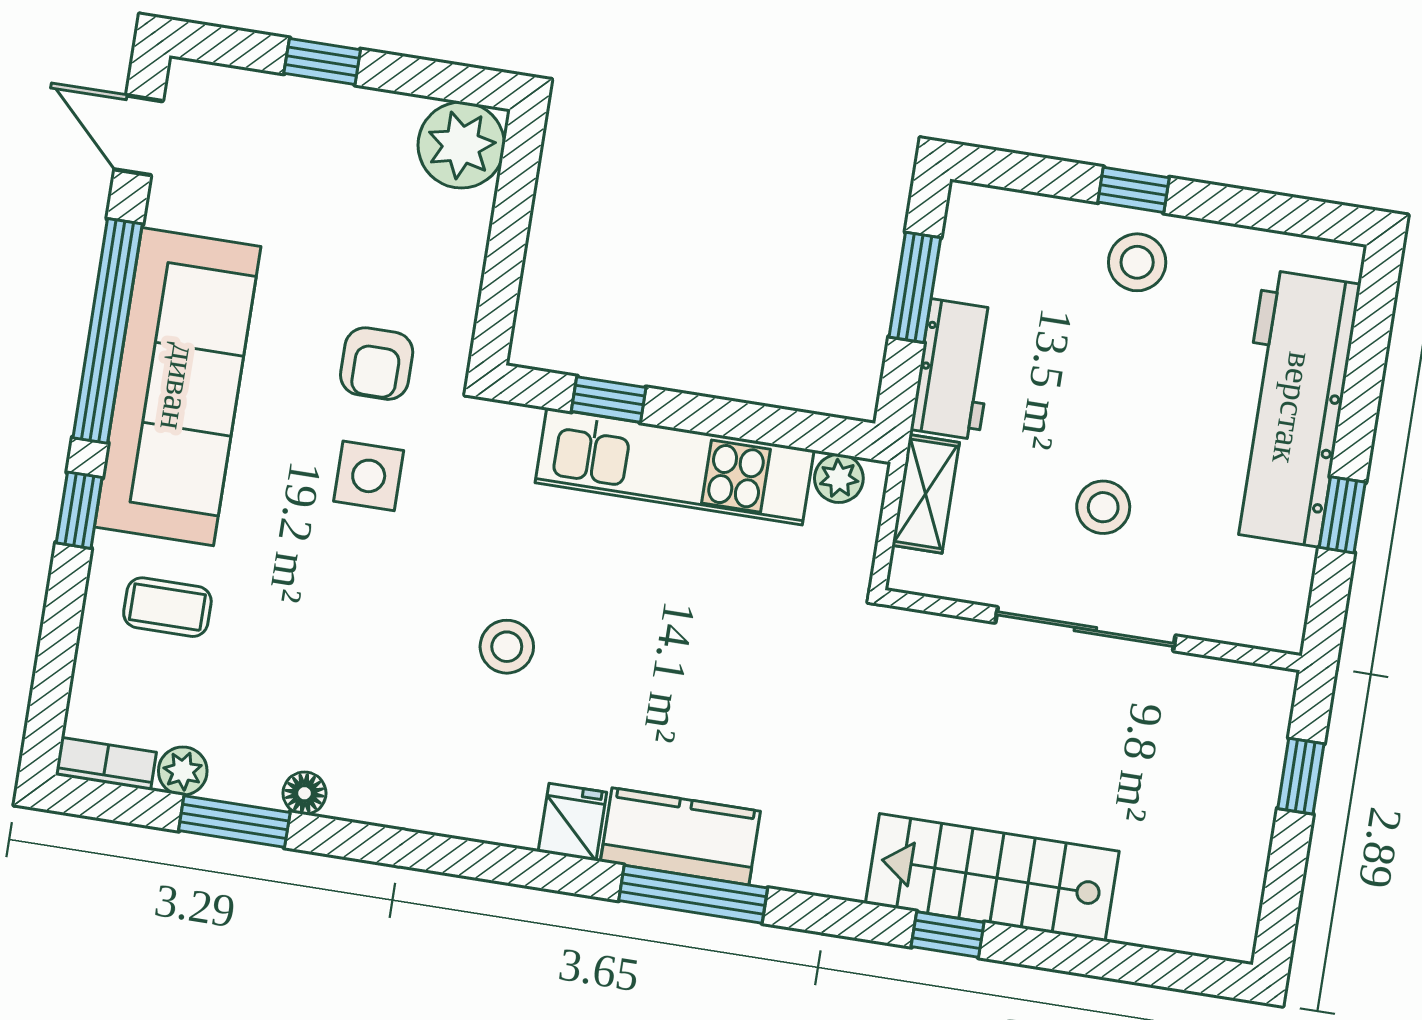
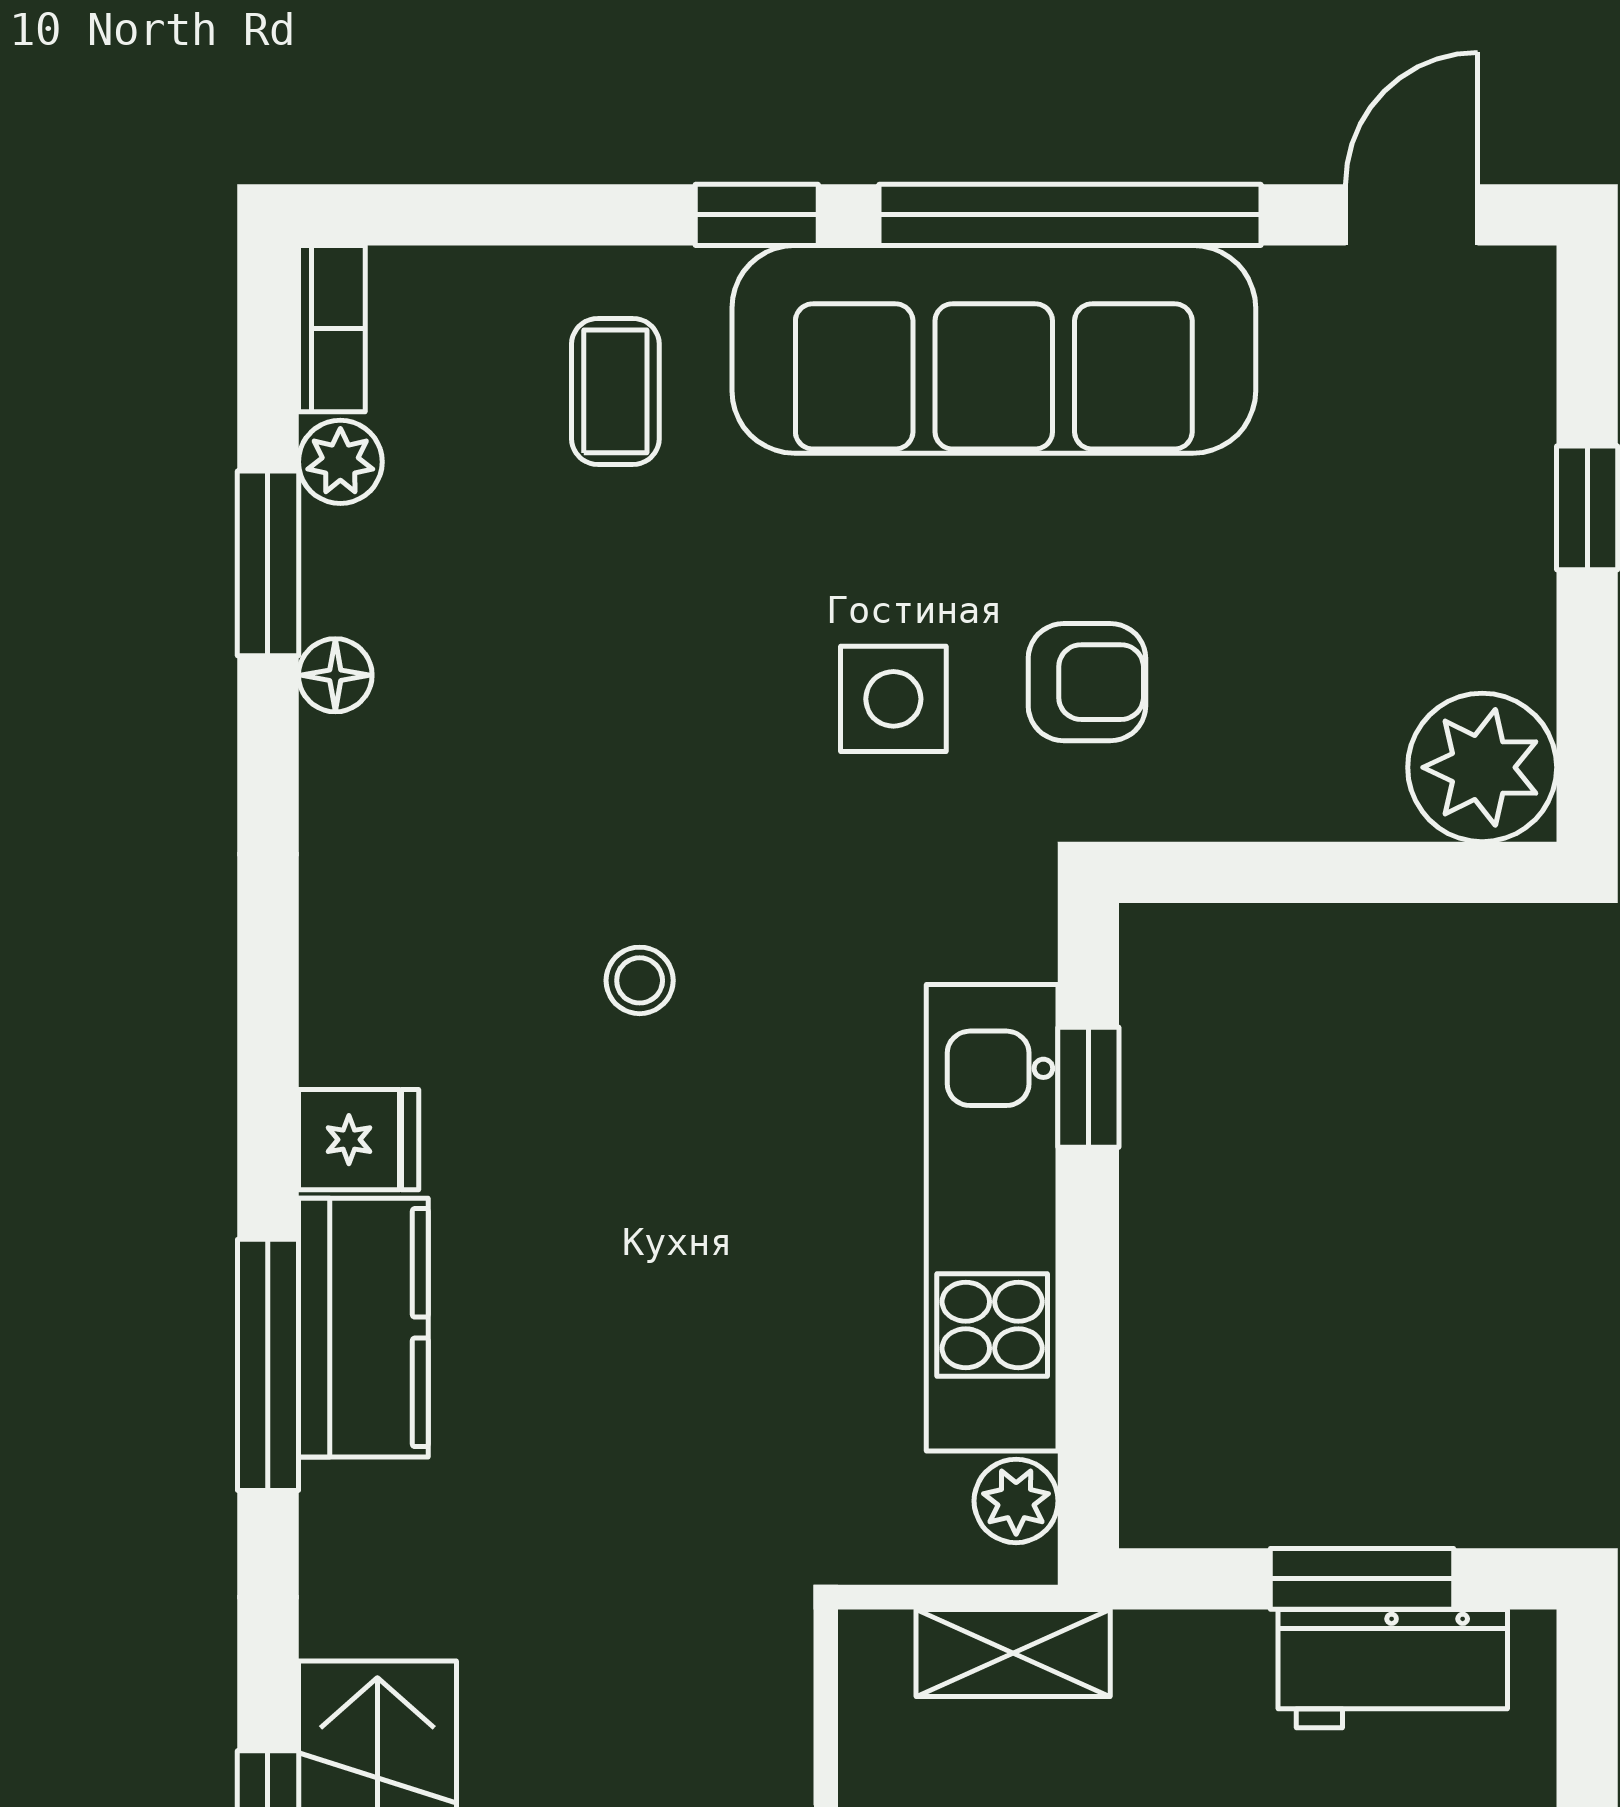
armchair: (377, 364) -> (1087, 682), turned 180
workbench: (954, 369) -> (1393, 1669), moved
stool: (507, 647) -> (640, 980), width x0.73, depth x0.73

